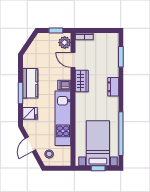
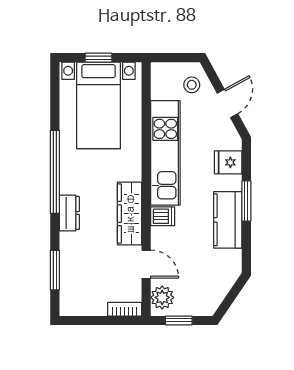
wardrobe: (82, 81) -> (130, 214), width x1.50
window: (121, 134) -> (55, 172), moved

